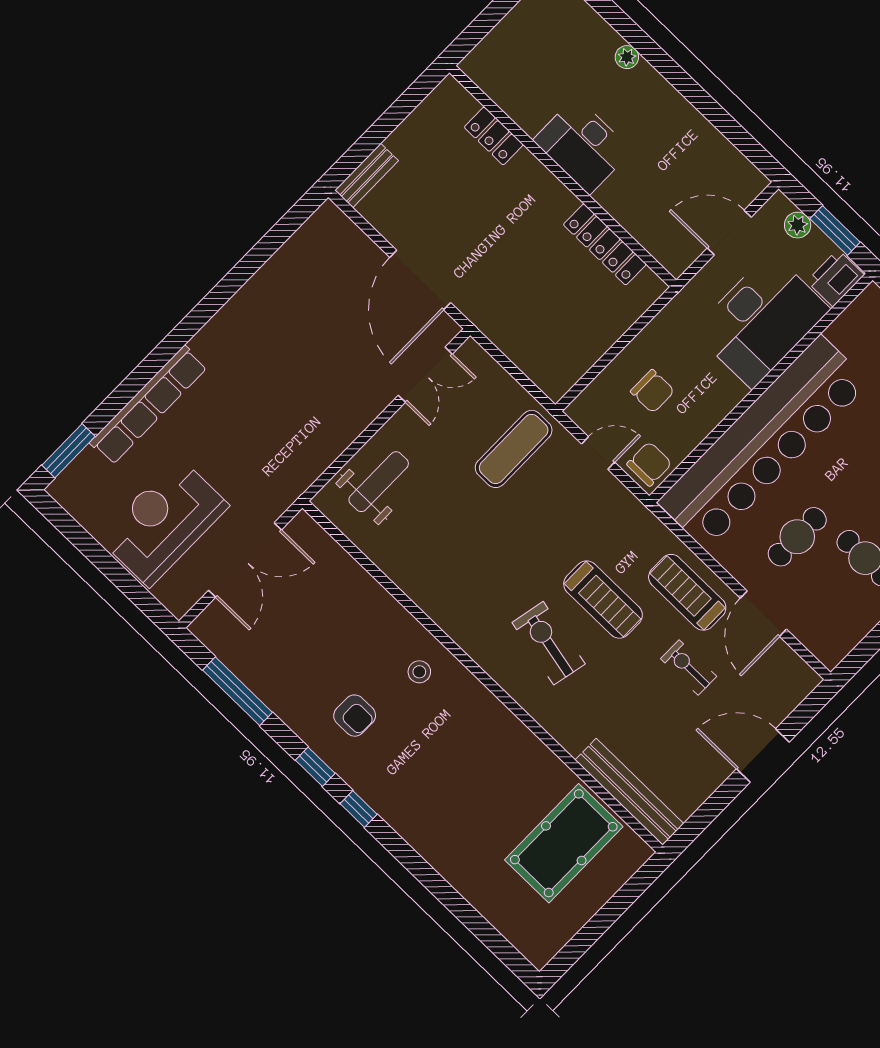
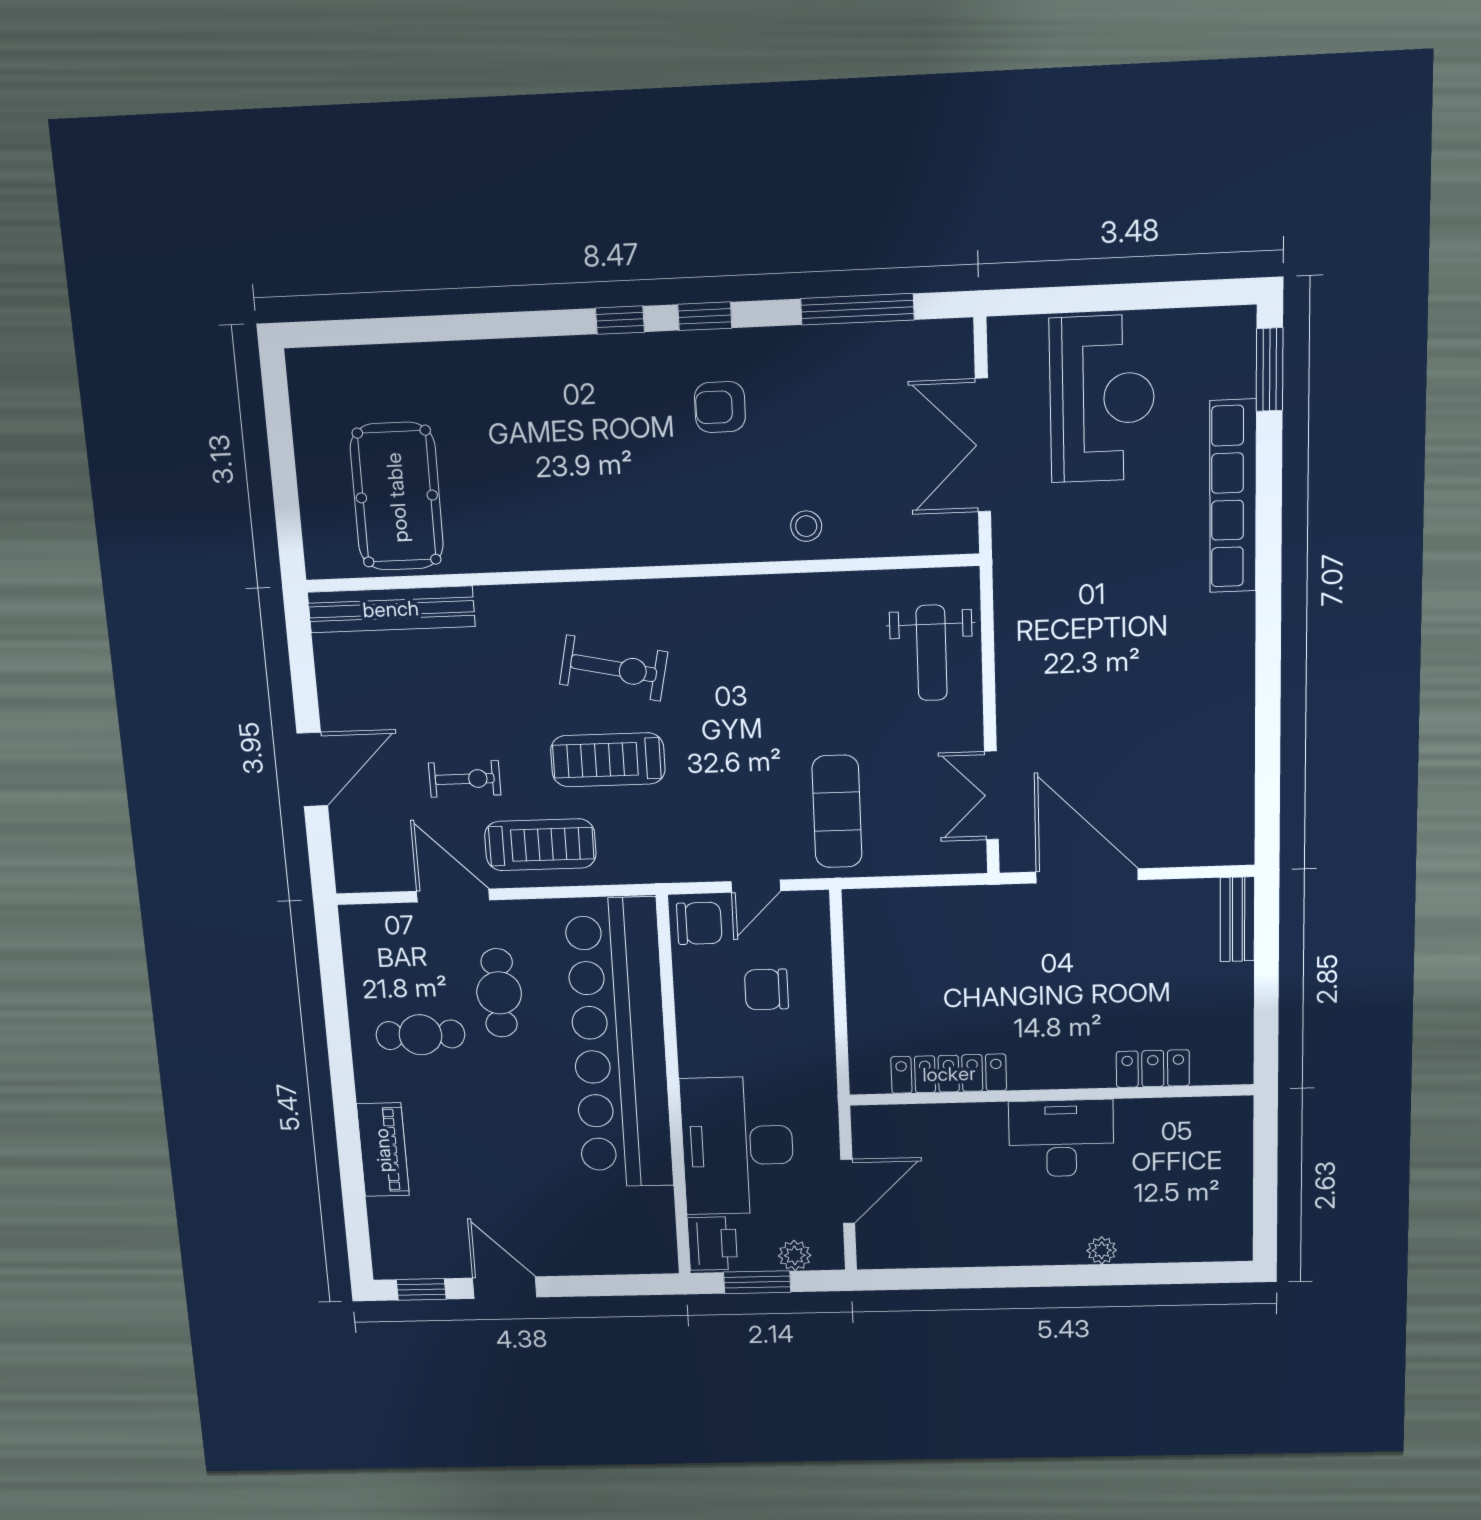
chair: (649, 464) -> (699, 923), turned -90
stool: (419, 672) -> (806, 526), moved

